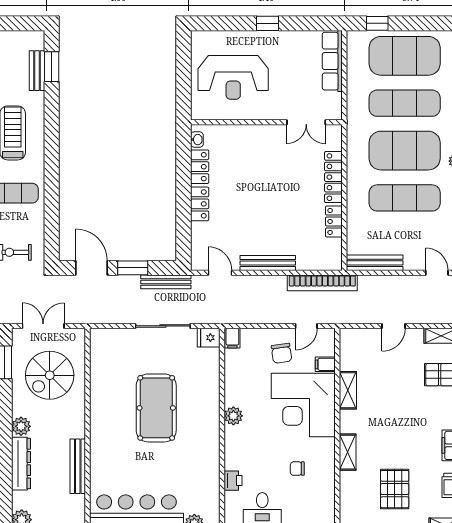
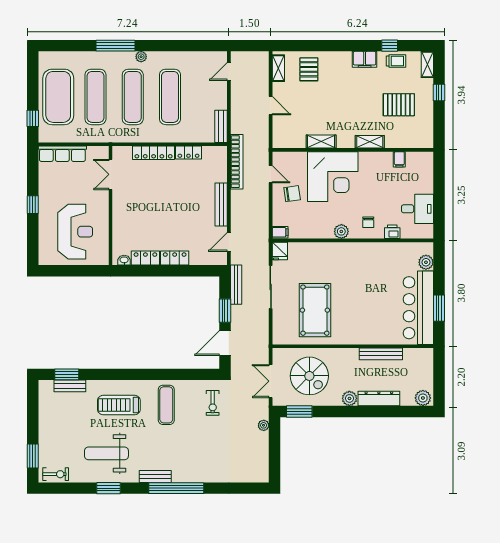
double door: (306, 122) -> (110, 174), swing flipped
exercise mat: (405, 151) -> (133, 97), width x0.68
bench: (375, 263) -> (221, 126), width x0.73
filing cabinet: (325, 364) -> (399, 159), moved
pool table: (156, 408) -> (315, 310), moved, turned 90
chair: (297, 469) -> (368, 222), moved

